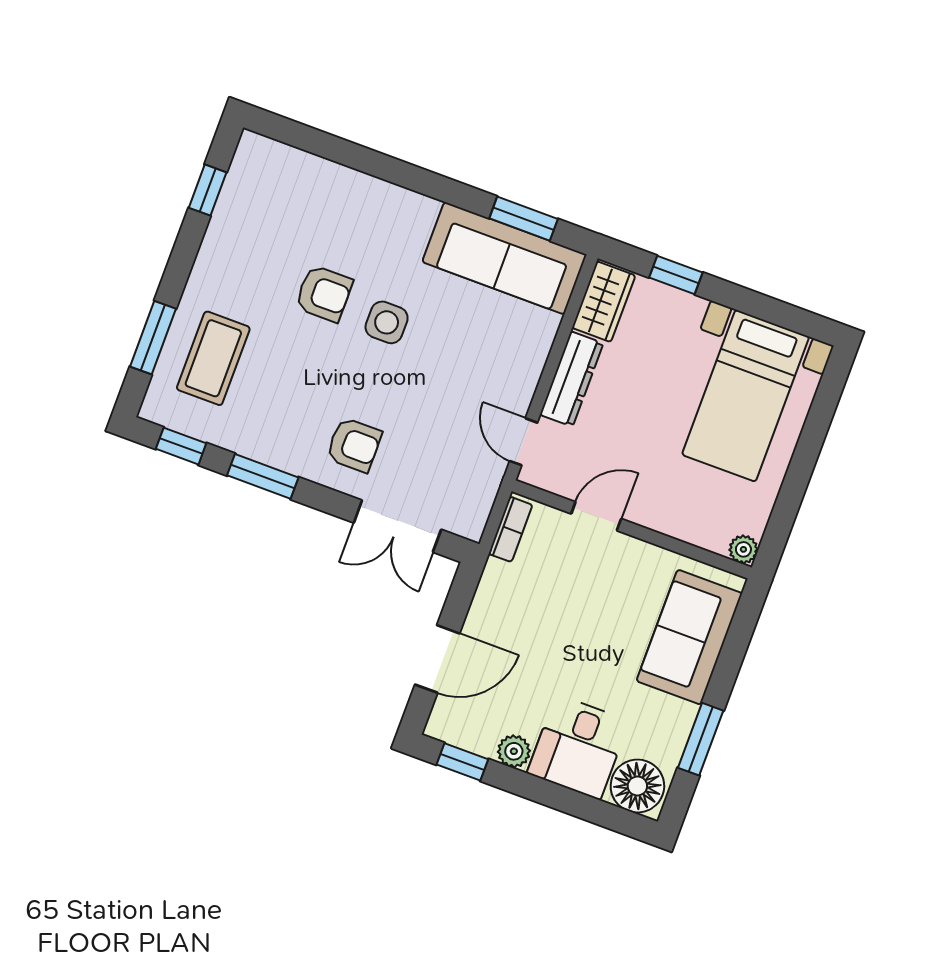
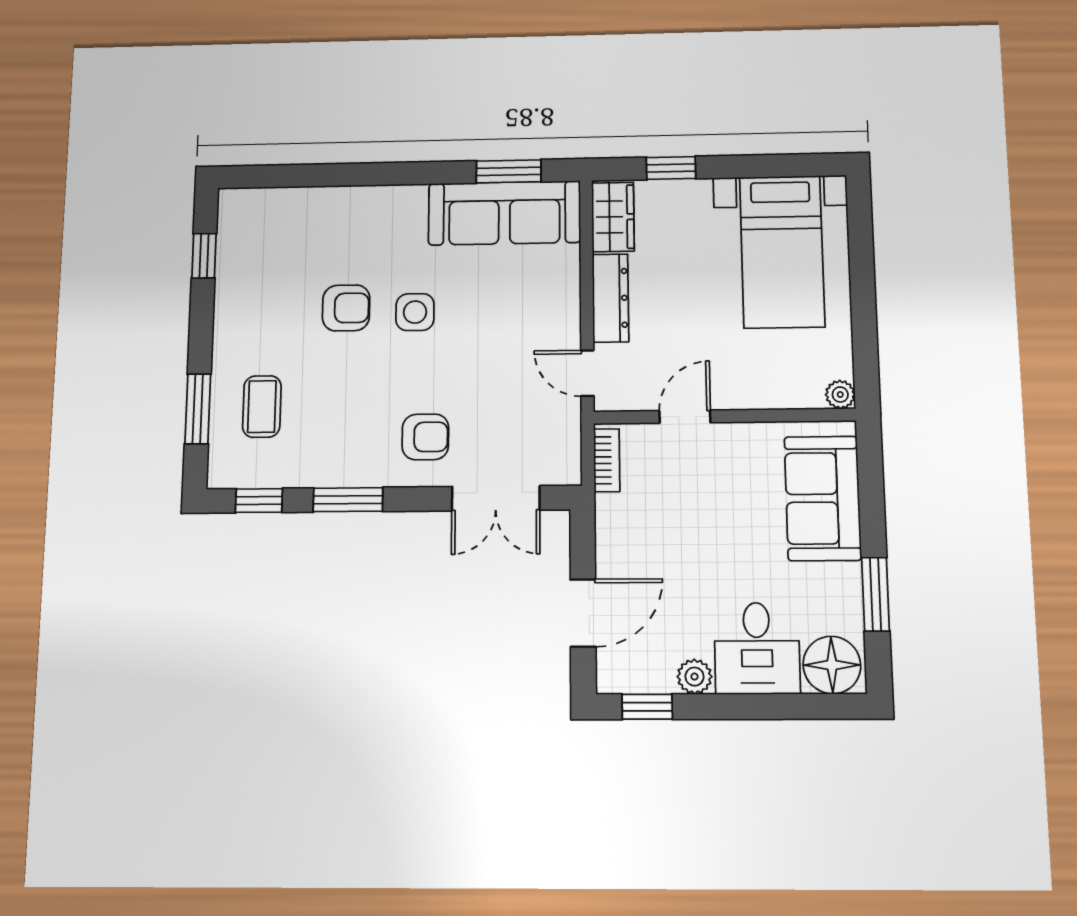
coffee table: (213, 358) -> (262, 407), width x0.73, depth x0.77

